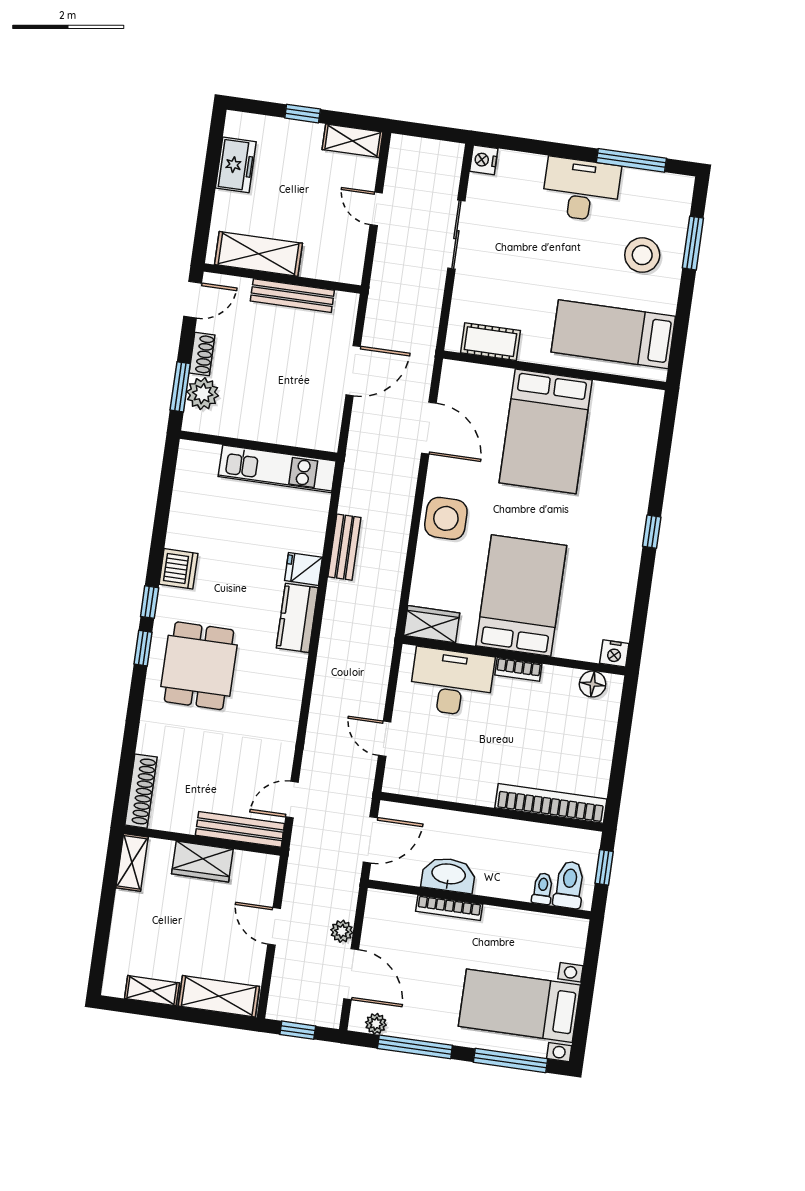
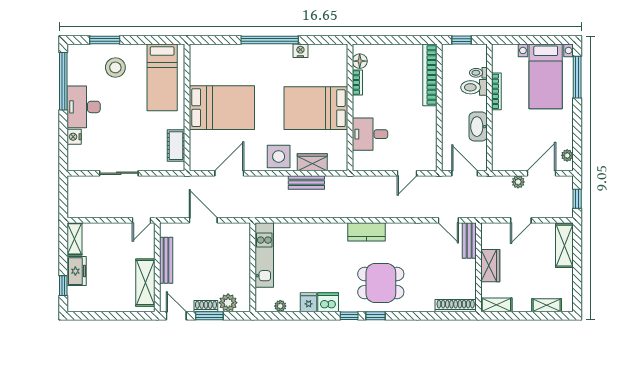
window: (303, 114) -> (63, 286), moved
nightstand: (484, 160) -> (74, 137), moved, turned 90
window: (631, 160) -> (63, 81), width x1.46
freezer: (236, 165) -> (77, 271), moved, turned 90
door: (376, 209) -> (142, 220), moved
window: (180, 387) -> (209, 316), moved
plant: (184, 484) -> (280, 306), added
window: (652, 532) -> (270, 40), width x3.17
bench: (344, 547) -> (306, 182), moved
fridge: (303, 569) -> (309, 302), moved, turned 180
kitchen counter: (297, 618) -> (367, 232), moved
wardrobe: (432, 624) -> (312, 162), moved, turned 90
nightstand: (614, 653) -> (300, 51), moved, turned -90
bookcase: (518, 669) -> (357, 82), moved
desk: (452, 682) -> (370, 134), width x0.73
bench: (240, 829) -> (469, 241), width x0.73
toilet: (569, 885) -> (474, 87), moved
bookcase: (449, 908) -> (496, 91), moved
shelving: (152, 991) -> (547, 305), moved, turned 90
window: (415, 1047) -> (577, 132), removed

